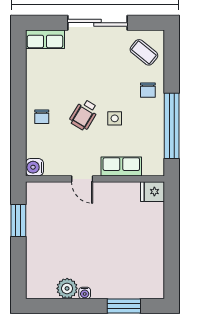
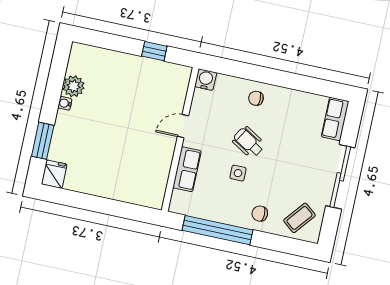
fridge: (153, 192) -> (54, 174), moved
window: (18, 221) -> (154, 51), width x0.67

